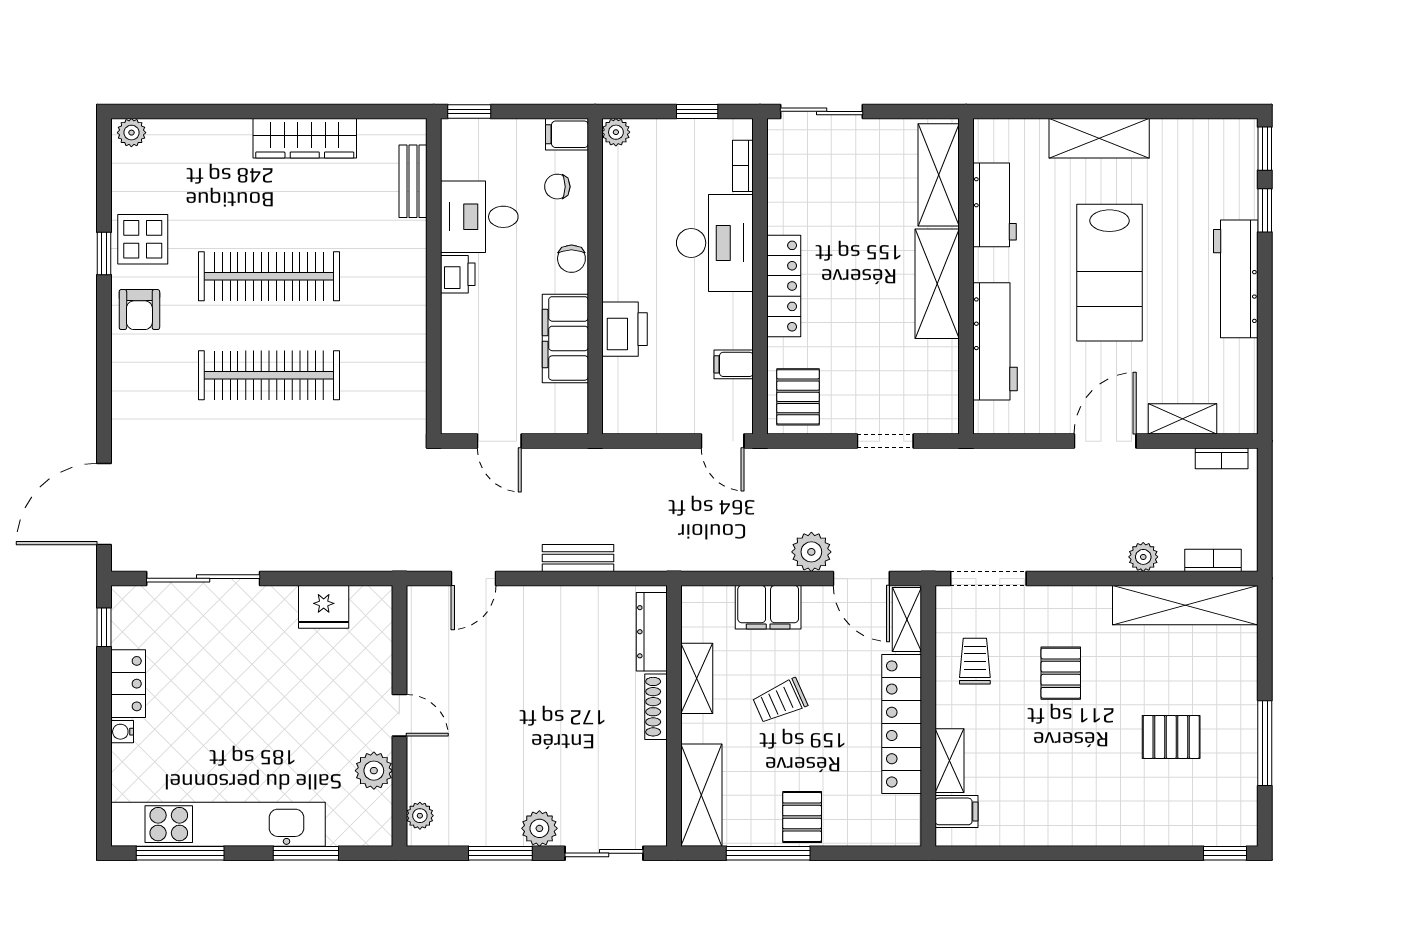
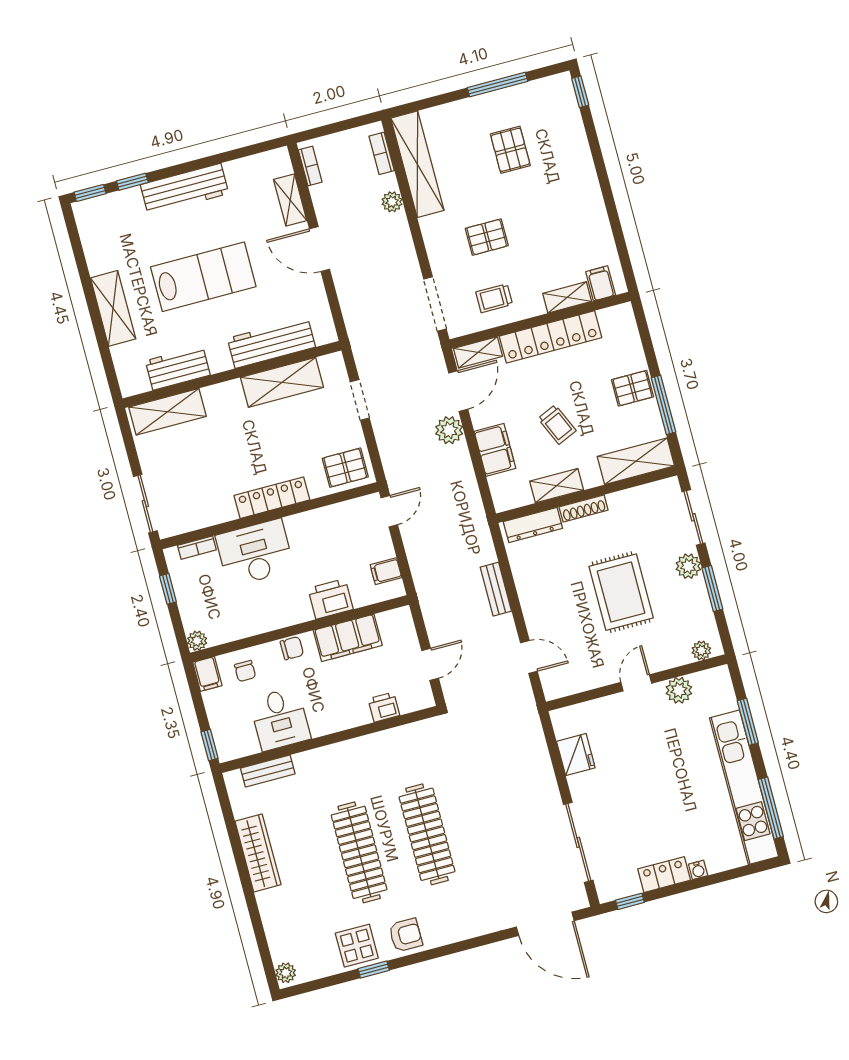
printer: (458, 274) -> (384, 707), moved
shelving: (937, 284) -> (282, 382), moved
filing cabinet: (734, 364) -> (386, 571), moved, turned 90
rug: (528, 727) -> (621, 592), added

